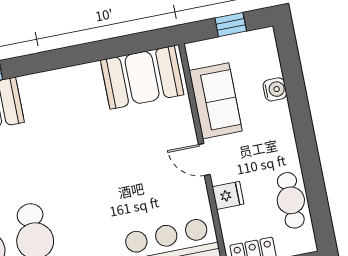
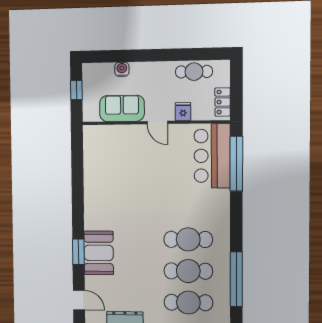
booth: (142, 77) -> (99, 152), removed
door: (204, 159) -> (157, 123), hinge flipped

